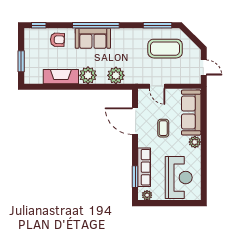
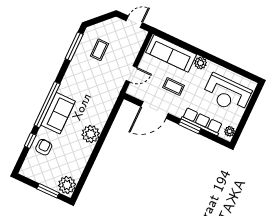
window: (39, 25) -> (30, 141), moved
coffee table: (165, 49) -> (100, 50), width x0.54, depth x0.58
plant: (116, 75) -> (67, 185), moved
fireplace: (61, 77) -> (80, 160), removed
window: (135, 177) -> (190, 126), moved
reception desk: (179, 178) -> (227, 94), turned 180

